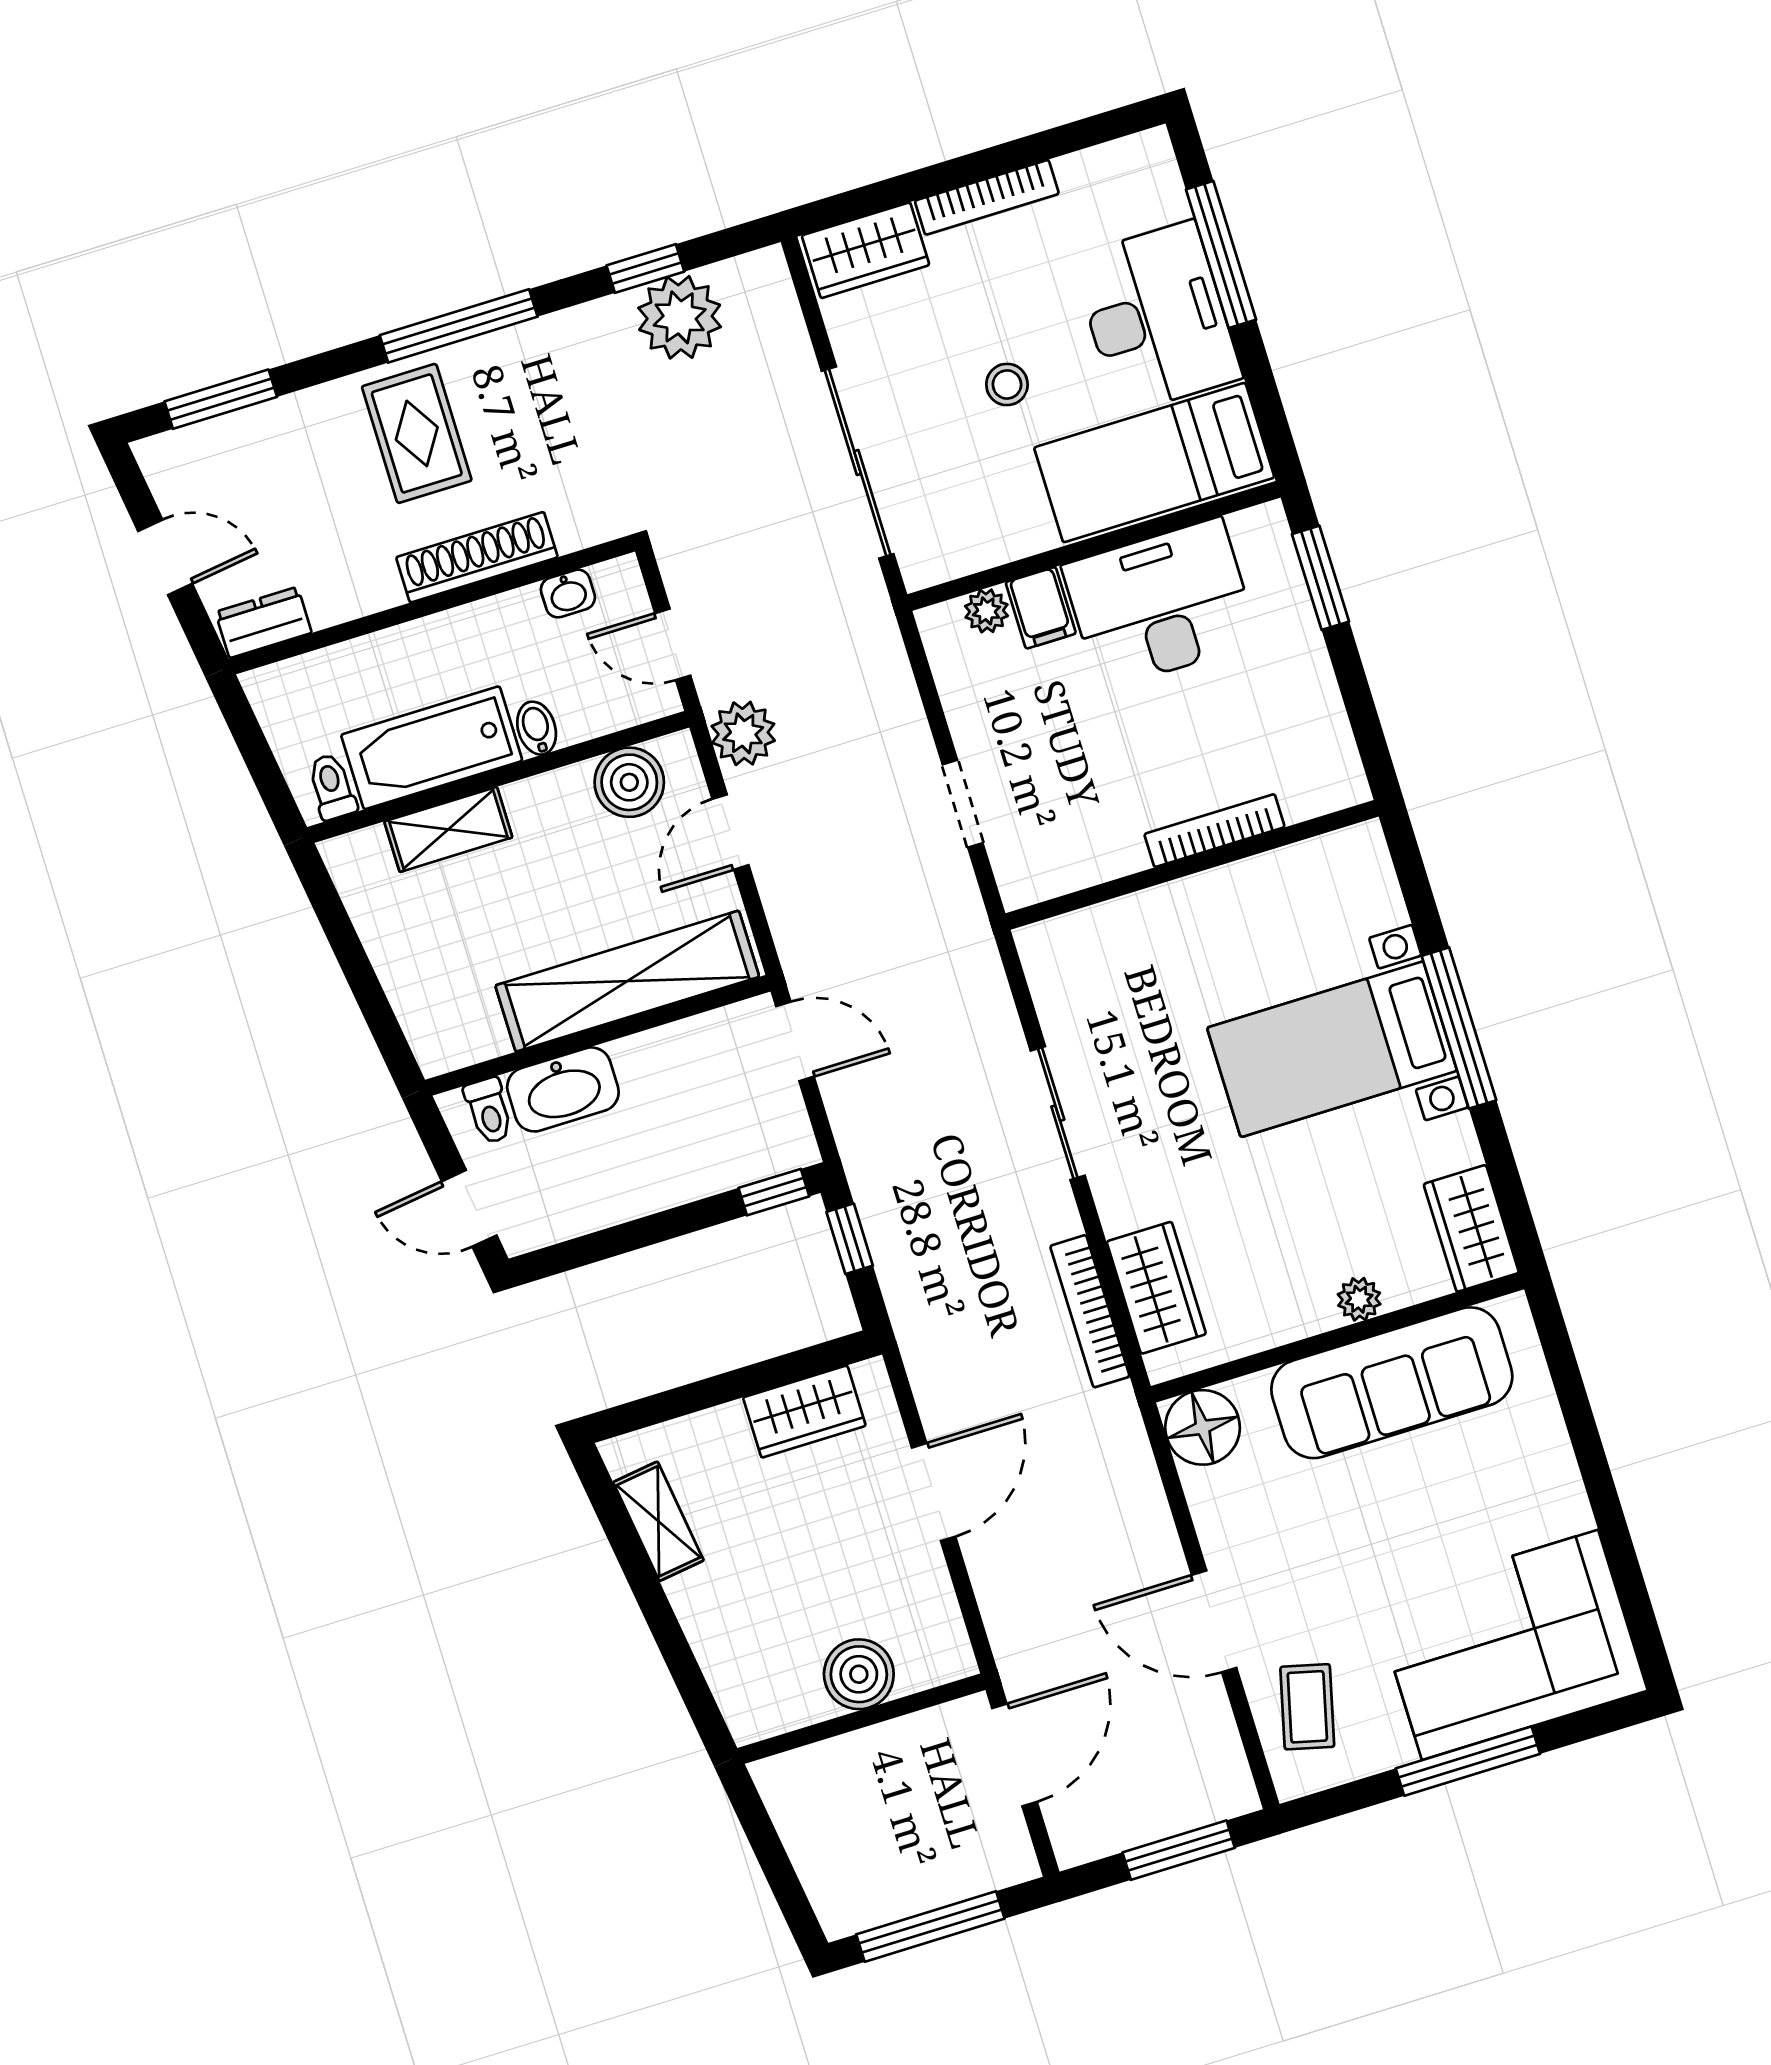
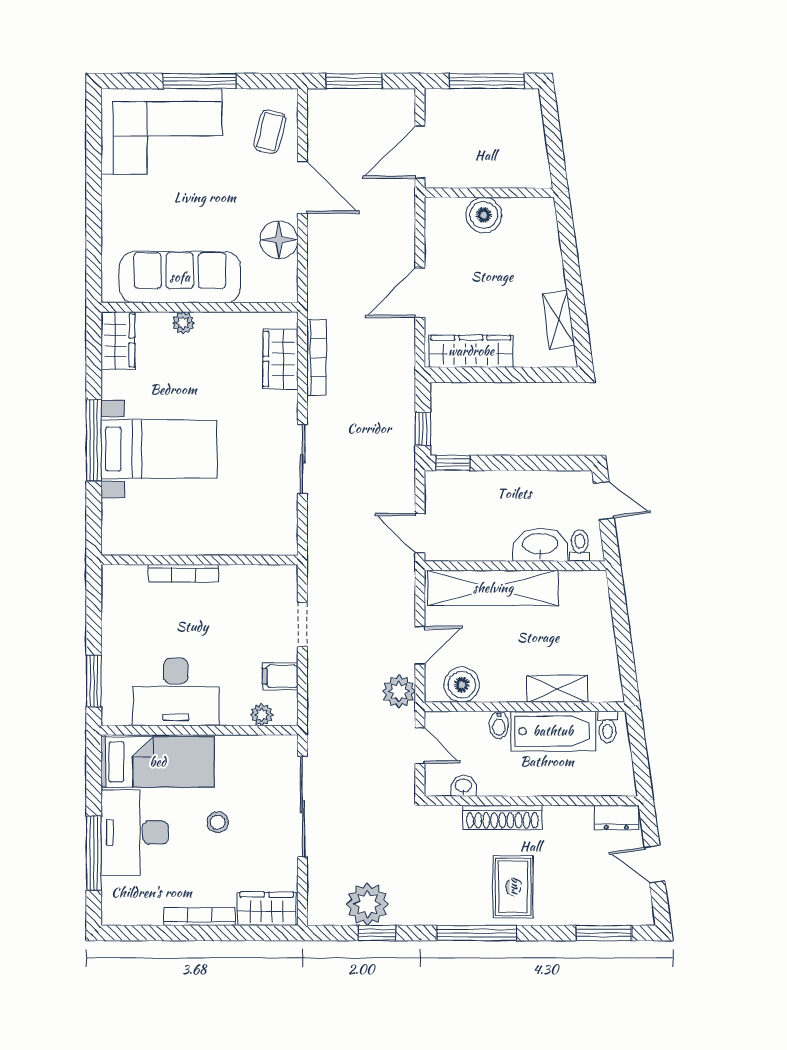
filing cabinet: (1041, 608) -> (280, 676), moved, turned -90
wardrobe: (804, 1412) -> (471, 351), width x1.50
floor lamp: (1203, 1427) -> (279, 240), moved

